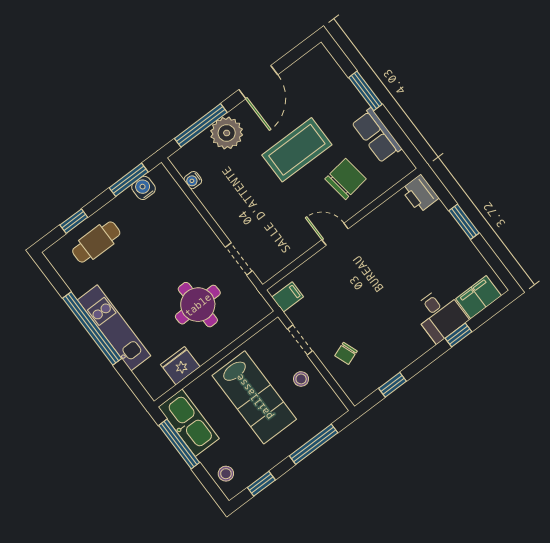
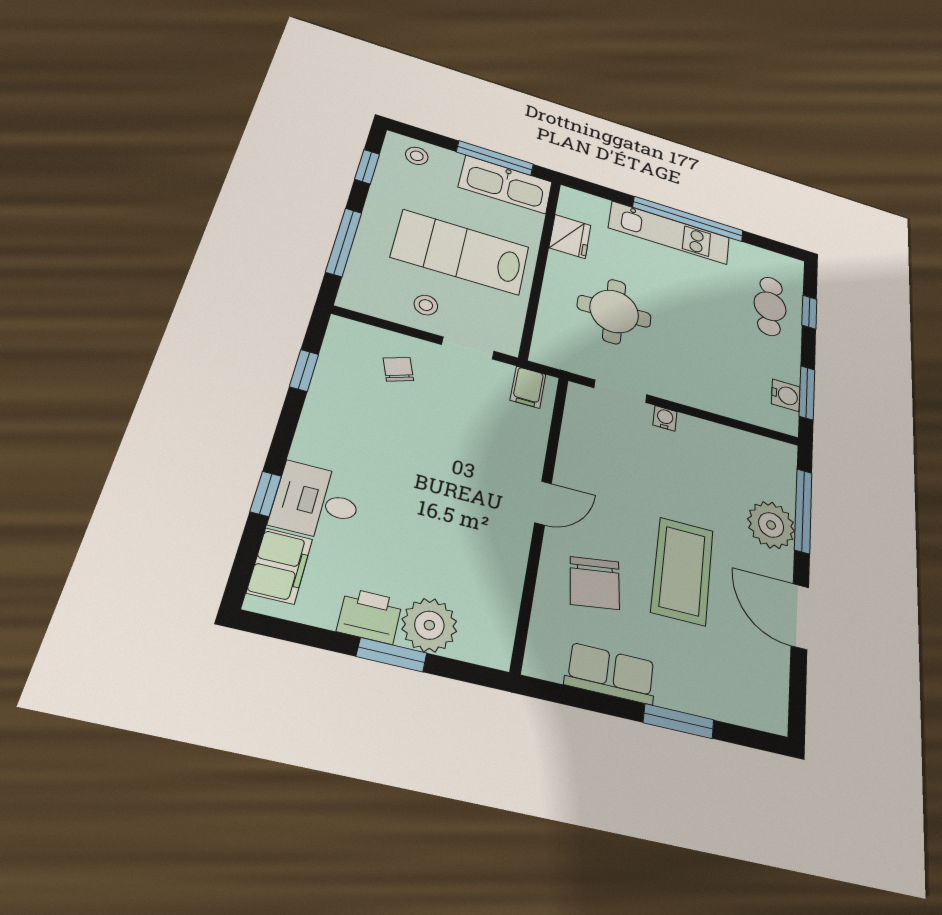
water cooler: (193, 180) -> (665, 418), moved
printer: (420, 194) -> (370, 616), moved
plant: (437, 221) -> (429, 625), added

